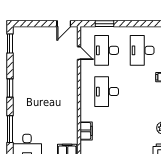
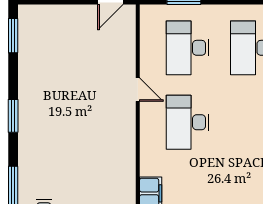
door: (79, 53) -> (138, 90), moved

